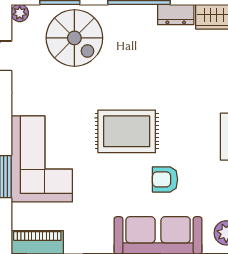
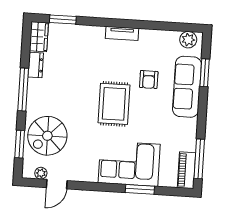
plant: (20, 13) -> (41, 173), moved
spiral stairs: (74, 38) -> (47, 136), turned 180

